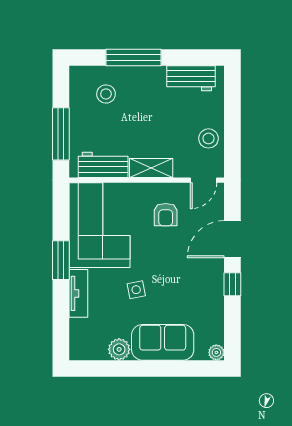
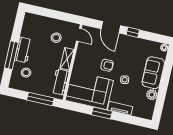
workbench: (191, 78) -> (23, 50), moved
stool: (208, 138) -> (56, 38), moved
armchair: (166, 215) -> (107, 65), moved

